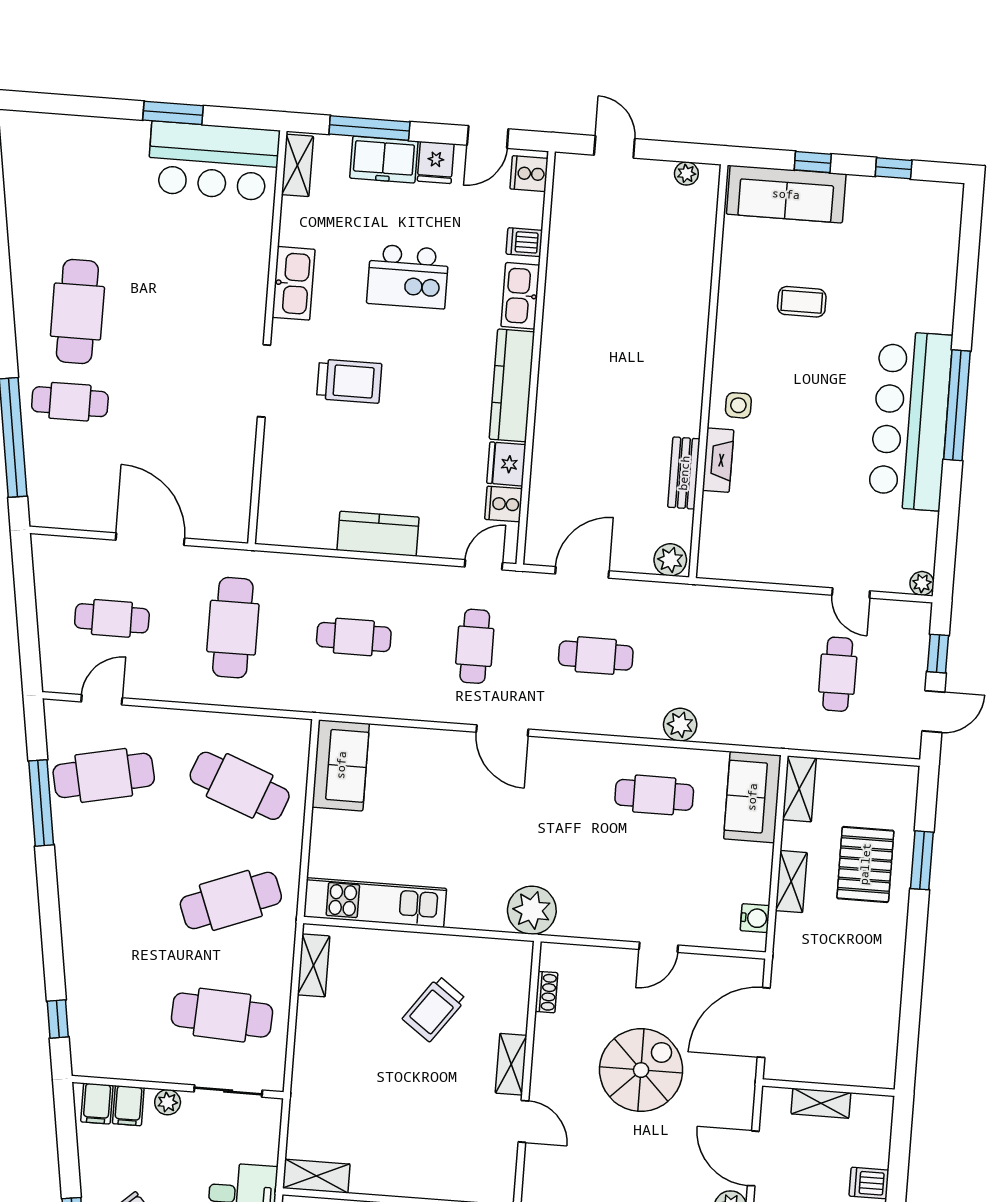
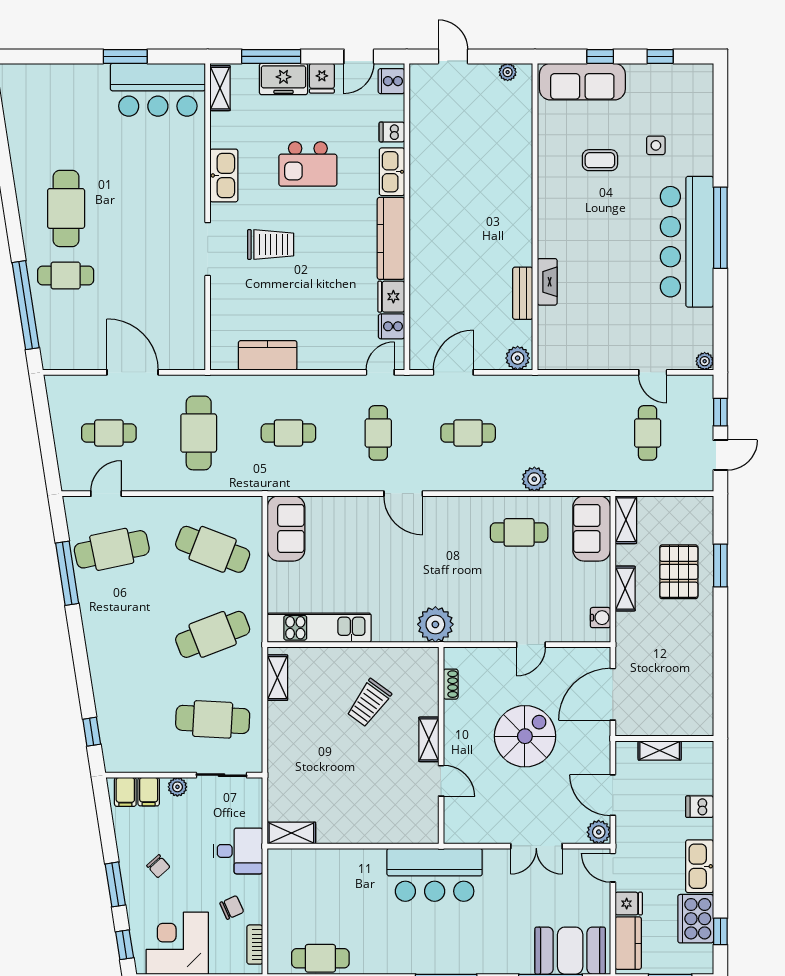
side table: (738, 405) -> (656, 145), moved
kitchen counter: (378, 534) -> (268, 355), moved

